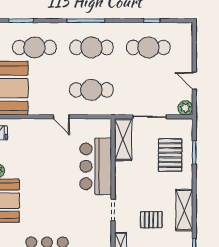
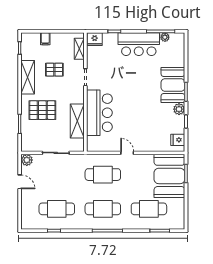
shelving: (123, 140) -> (77, 121), moved
pallet: (170, 155) -> (42, 110), moved, turned 90

